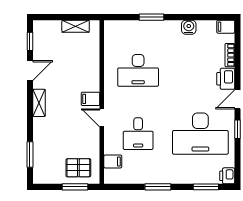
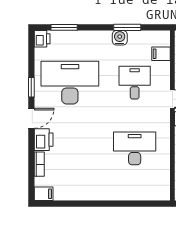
window: (151, 17) -> (121, 204), removed
water cooler: (189, 27) -> (120, 38), moved, turned 180
window: (158, 187) -> (127, 27), moved

